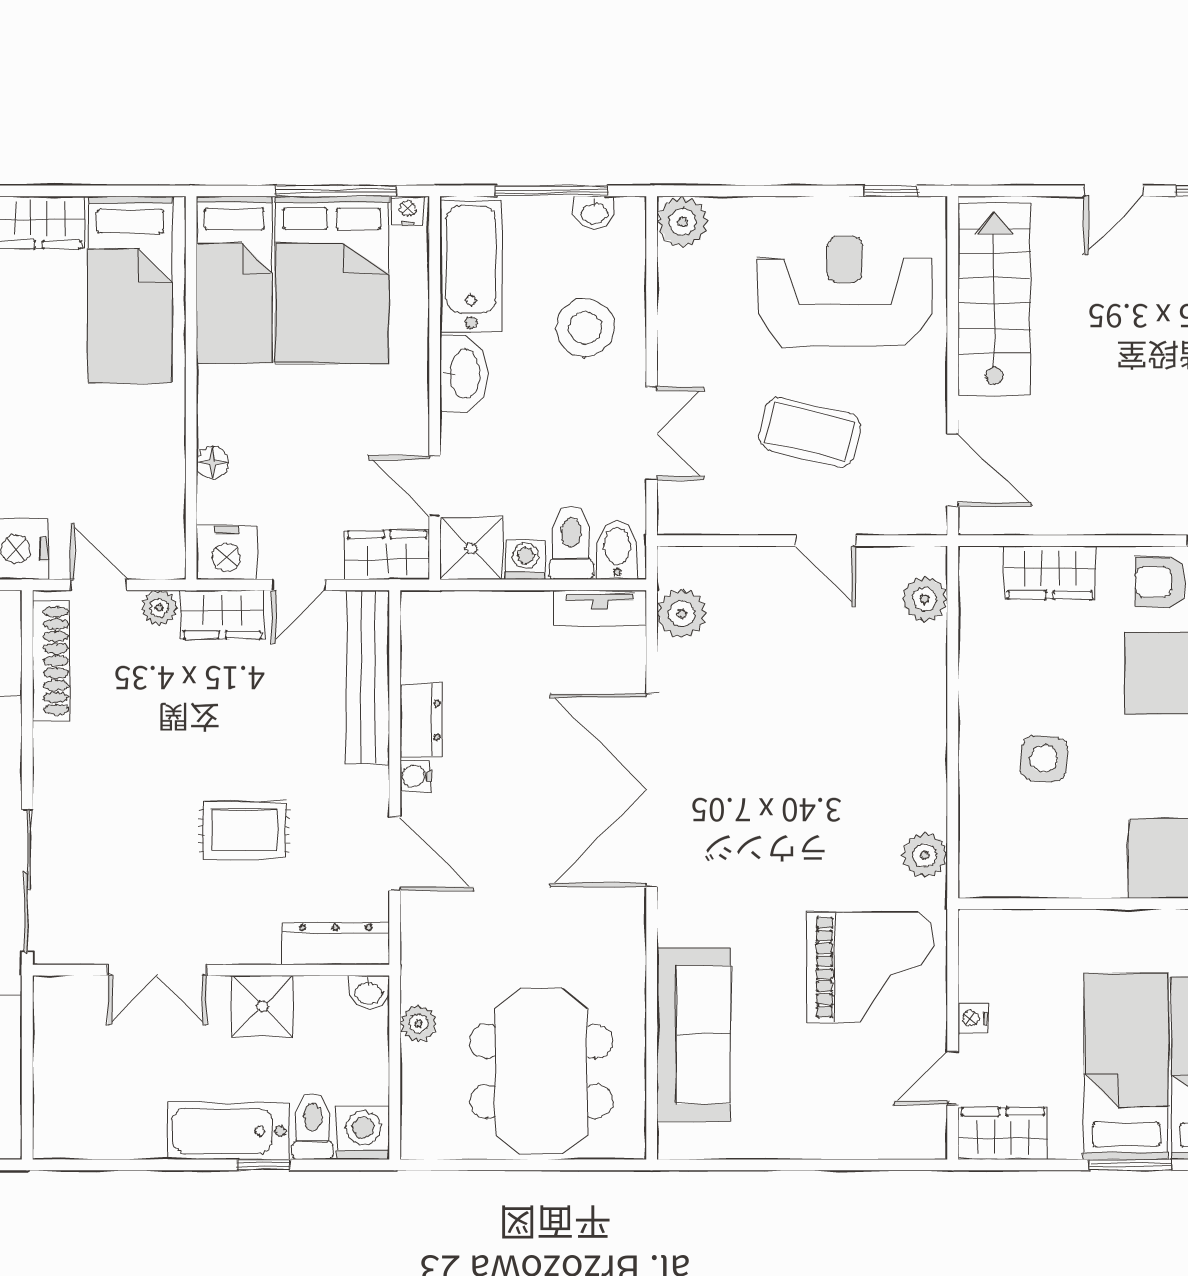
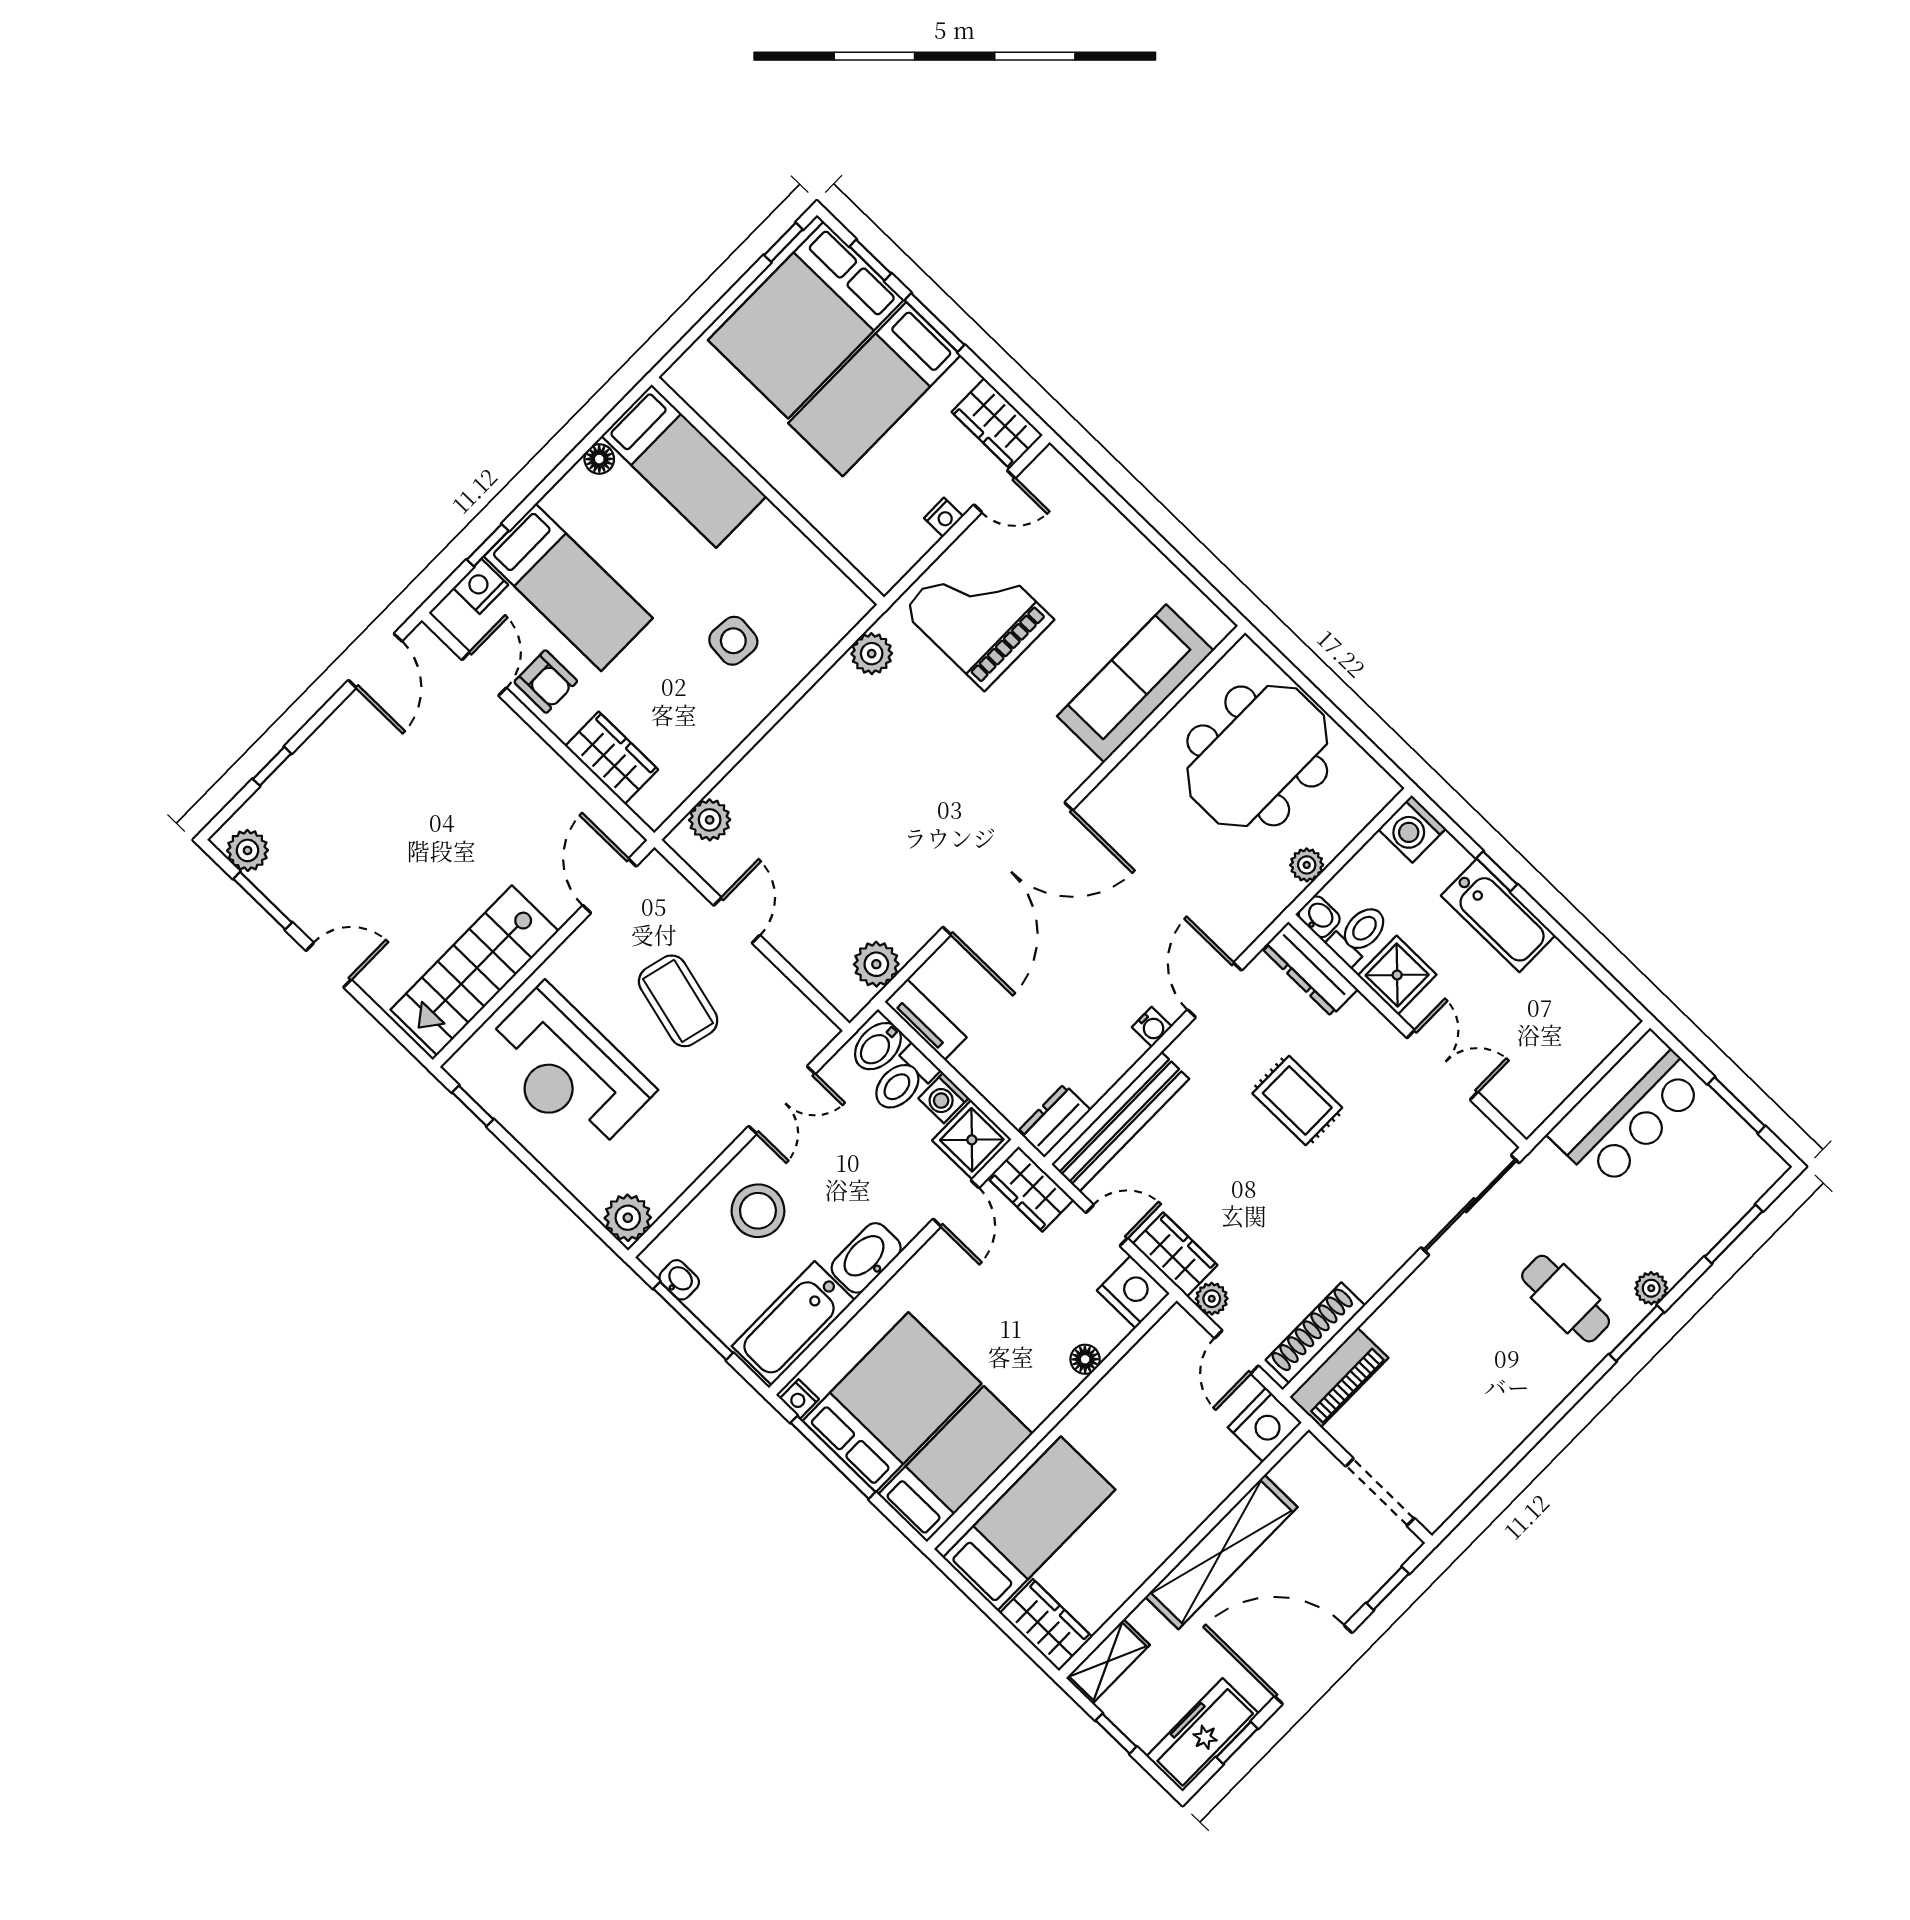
double door: (652, 434) -> (782, 1100), swing flipped
dresser: (421, 720) -> (1054, 1121), moved
toilet: (313, 1126) -> (1359, 934), moved, turned 180

